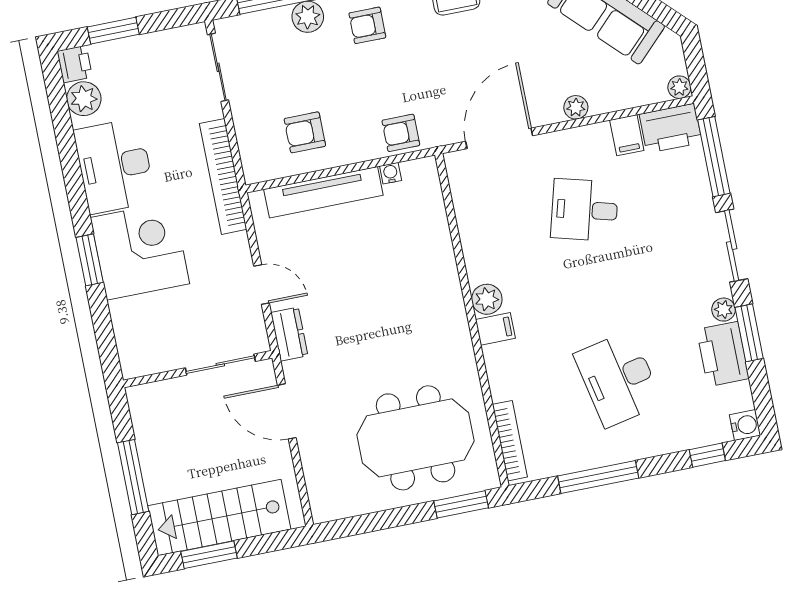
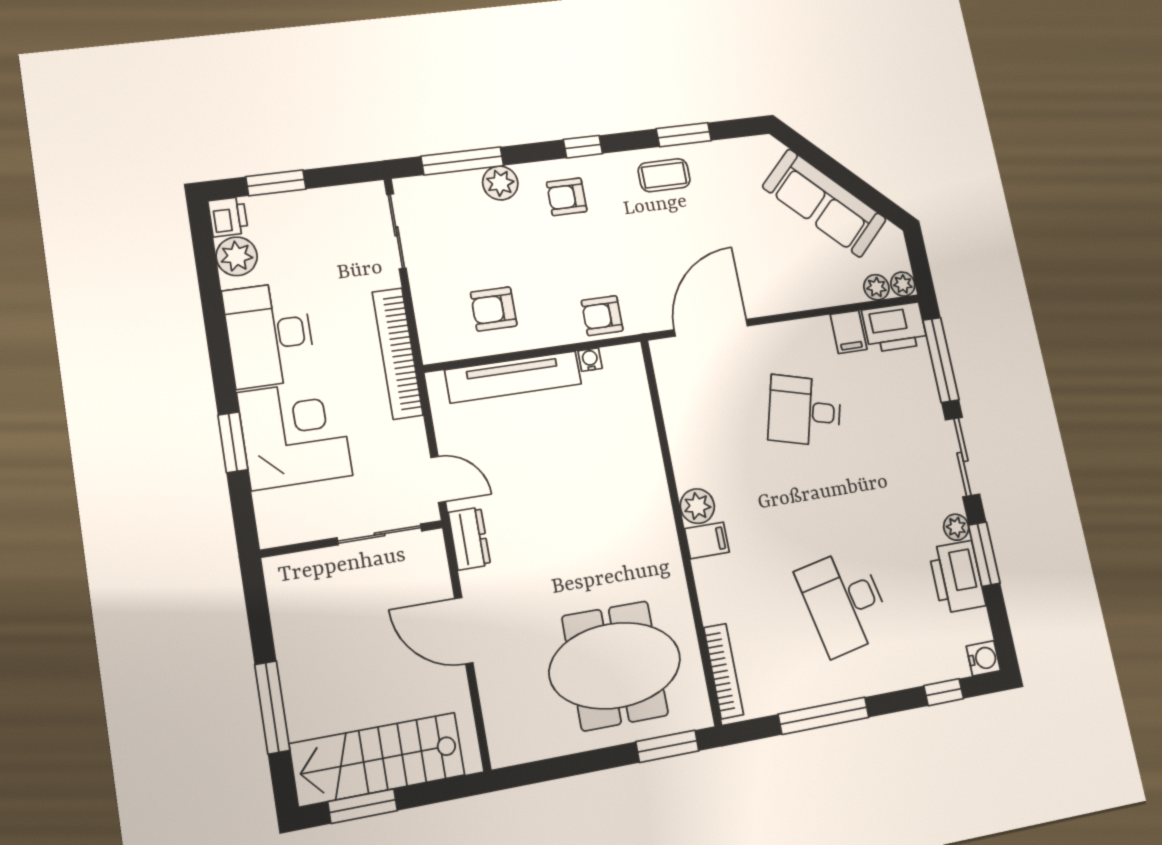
plant: (576, 107) -> (876, 287), moved
sliding door: (220, 365) -> (380, 534), moved
wall: (198, 369) -> (352, 539), moved

